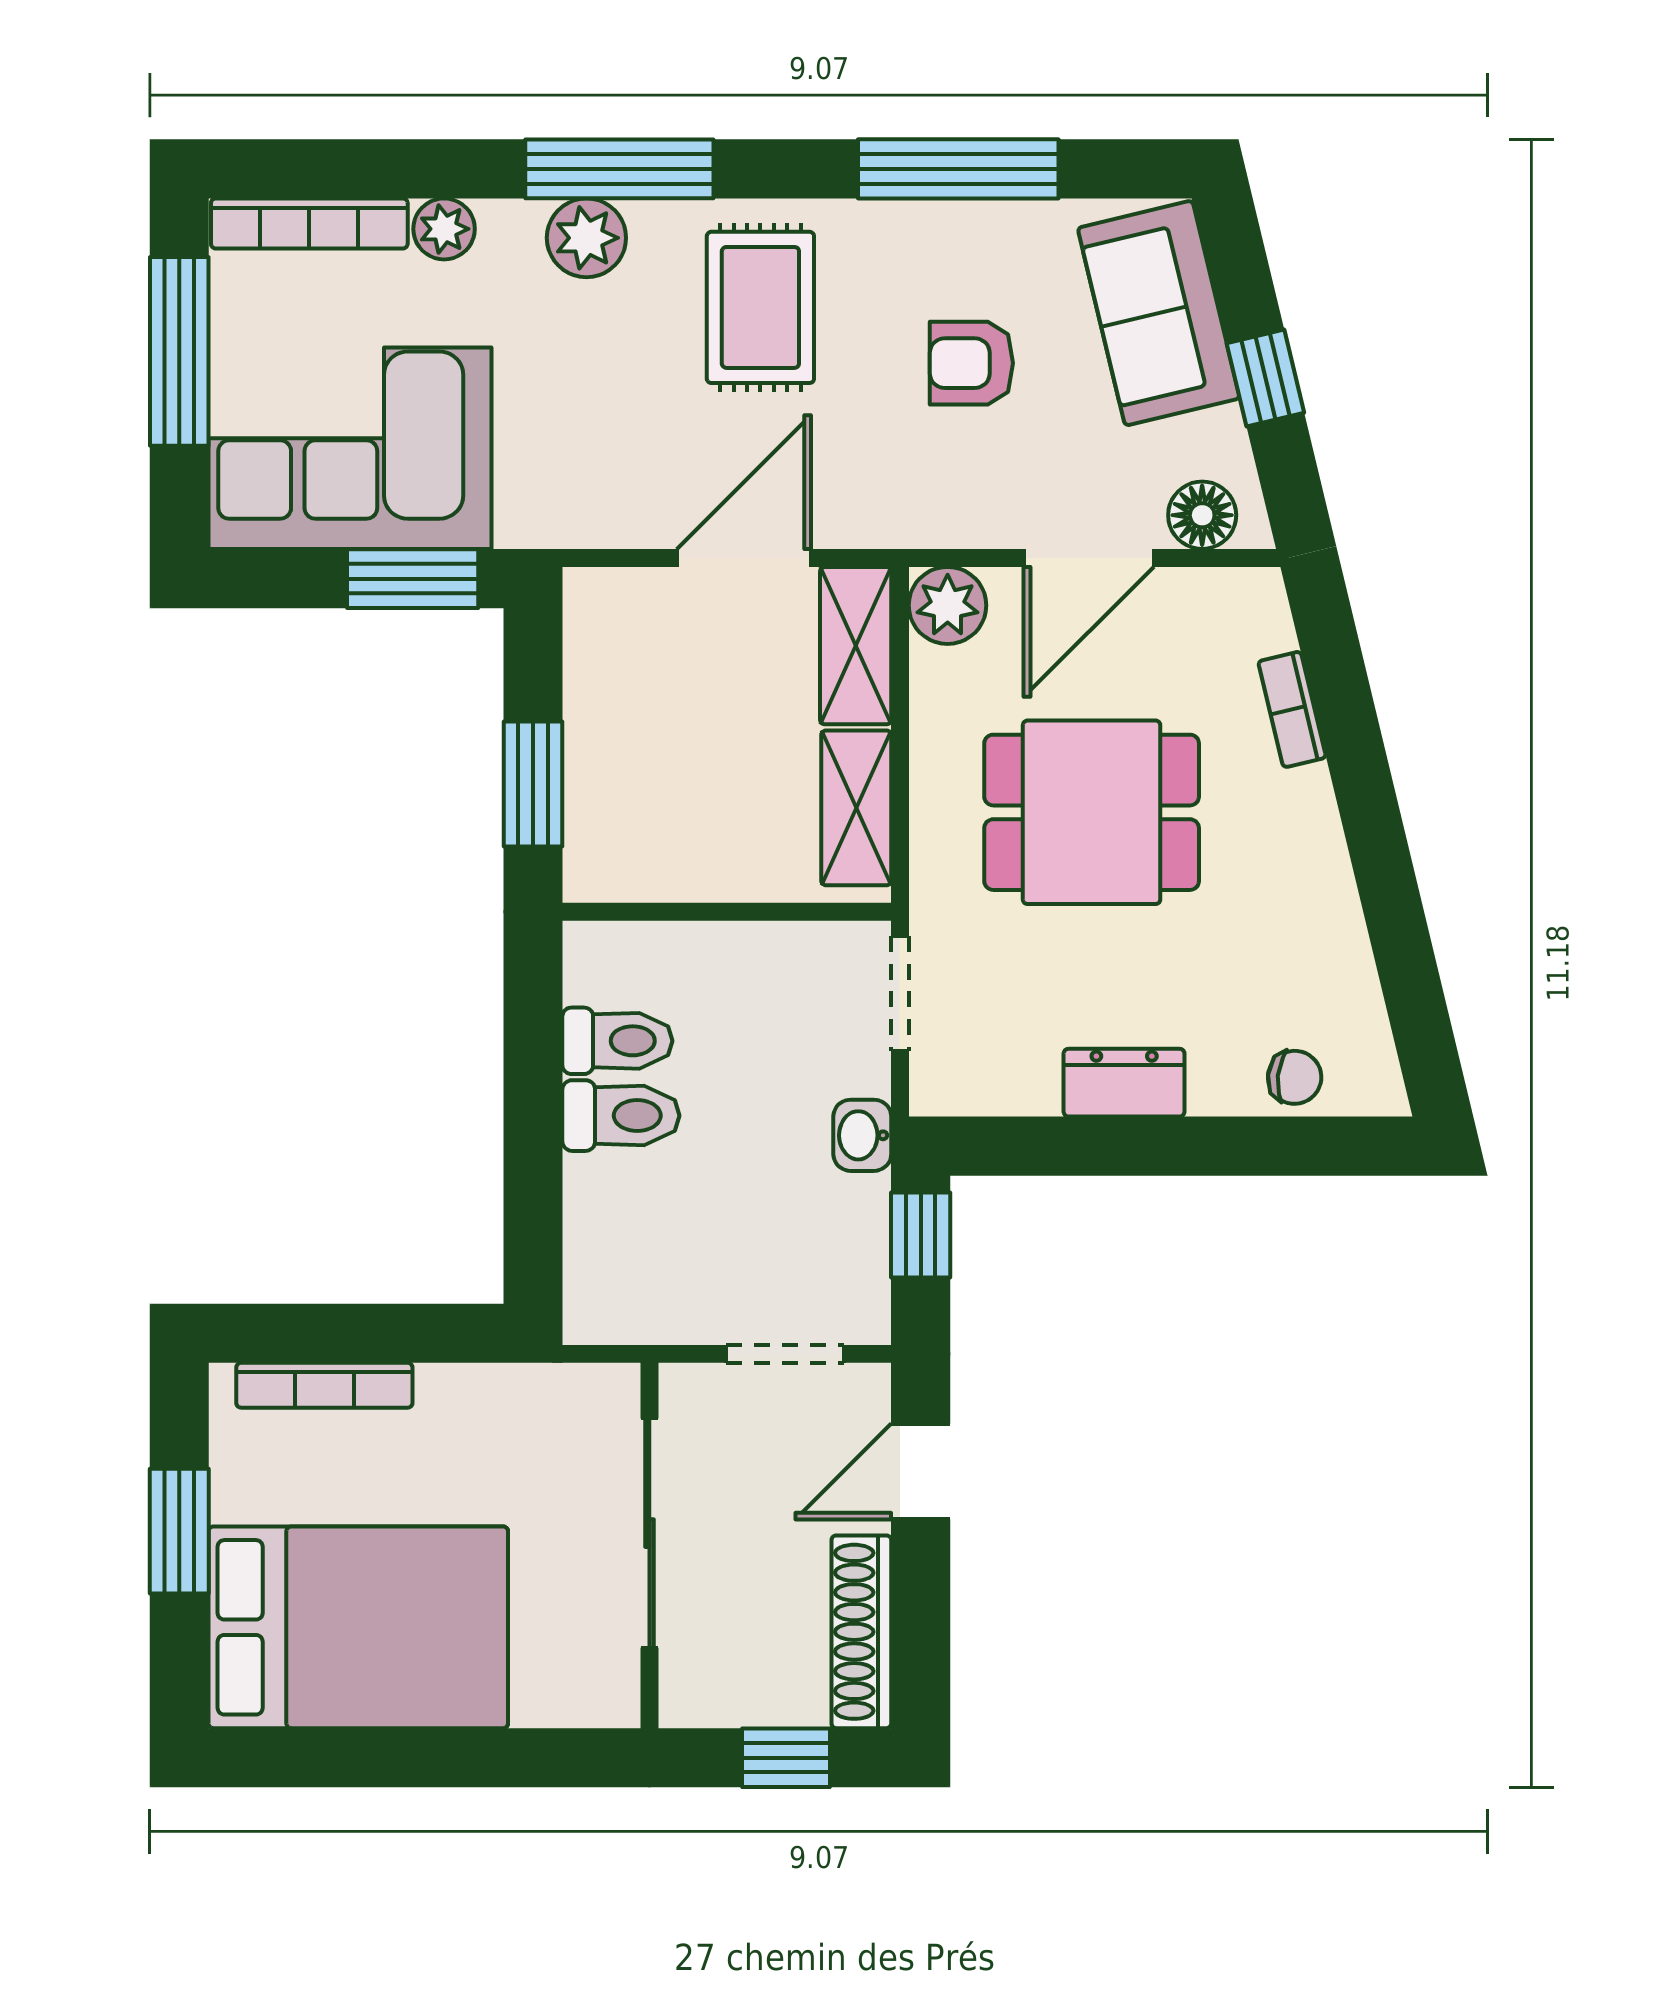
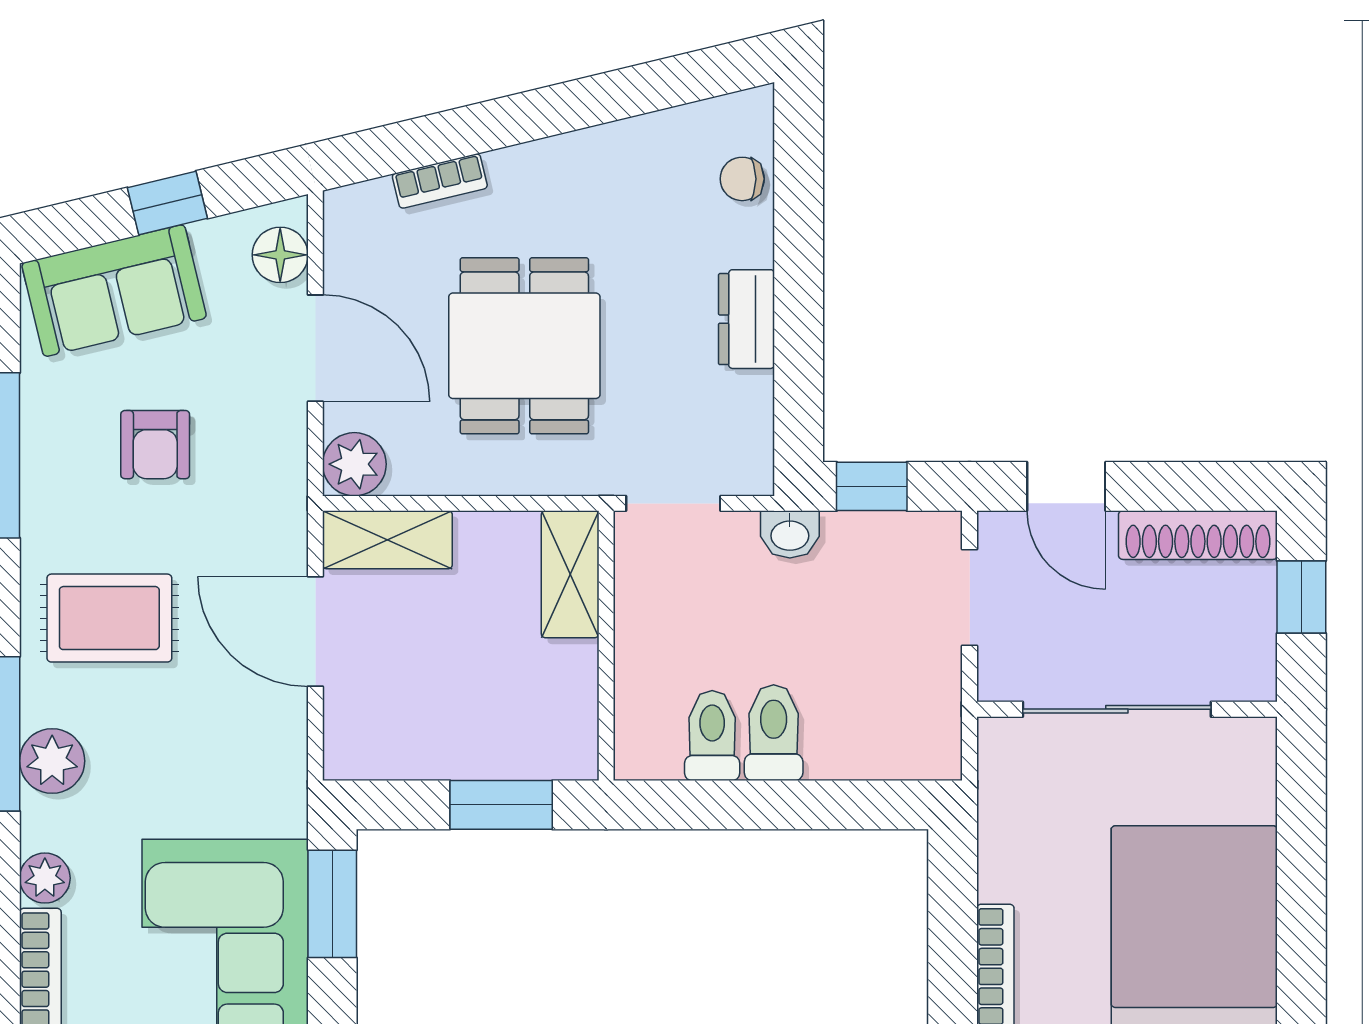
shelving: (856, 808) -> (570, 574), moved, turned 90
chair: (1295, 1077) -> (742, 179), turned -96

